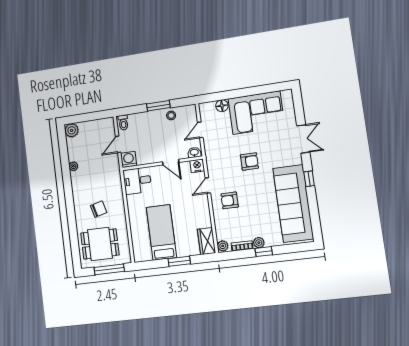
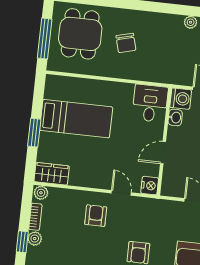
washbasin: (194, 152) -> (175, 117), moved

